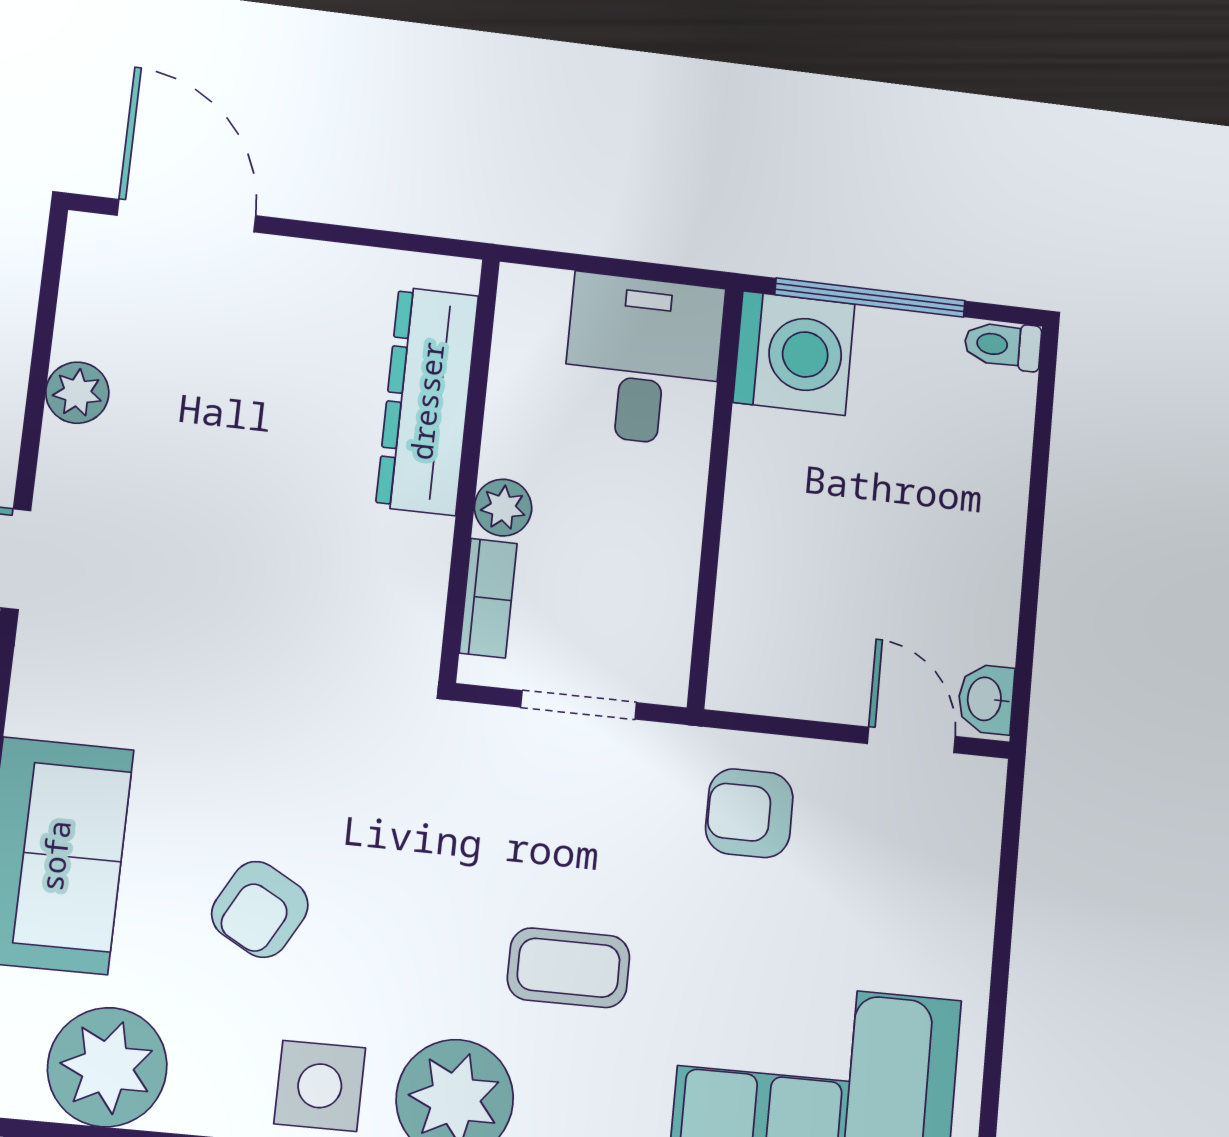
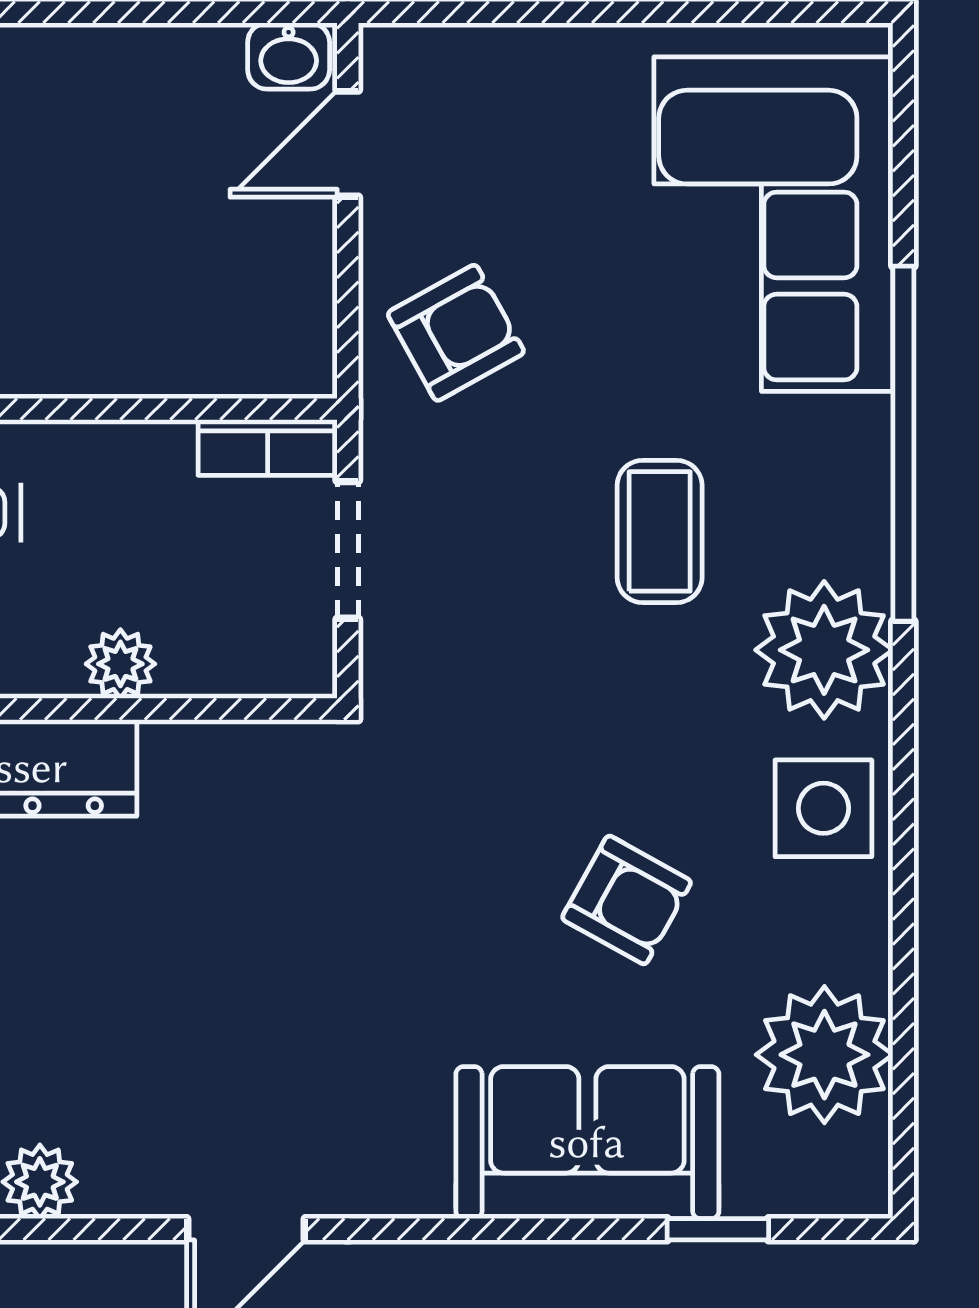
bookcase: (488, 598) -> (268, 448), moved, turned 180
armchair: (749, 813) -> (456, 333), turned -119

